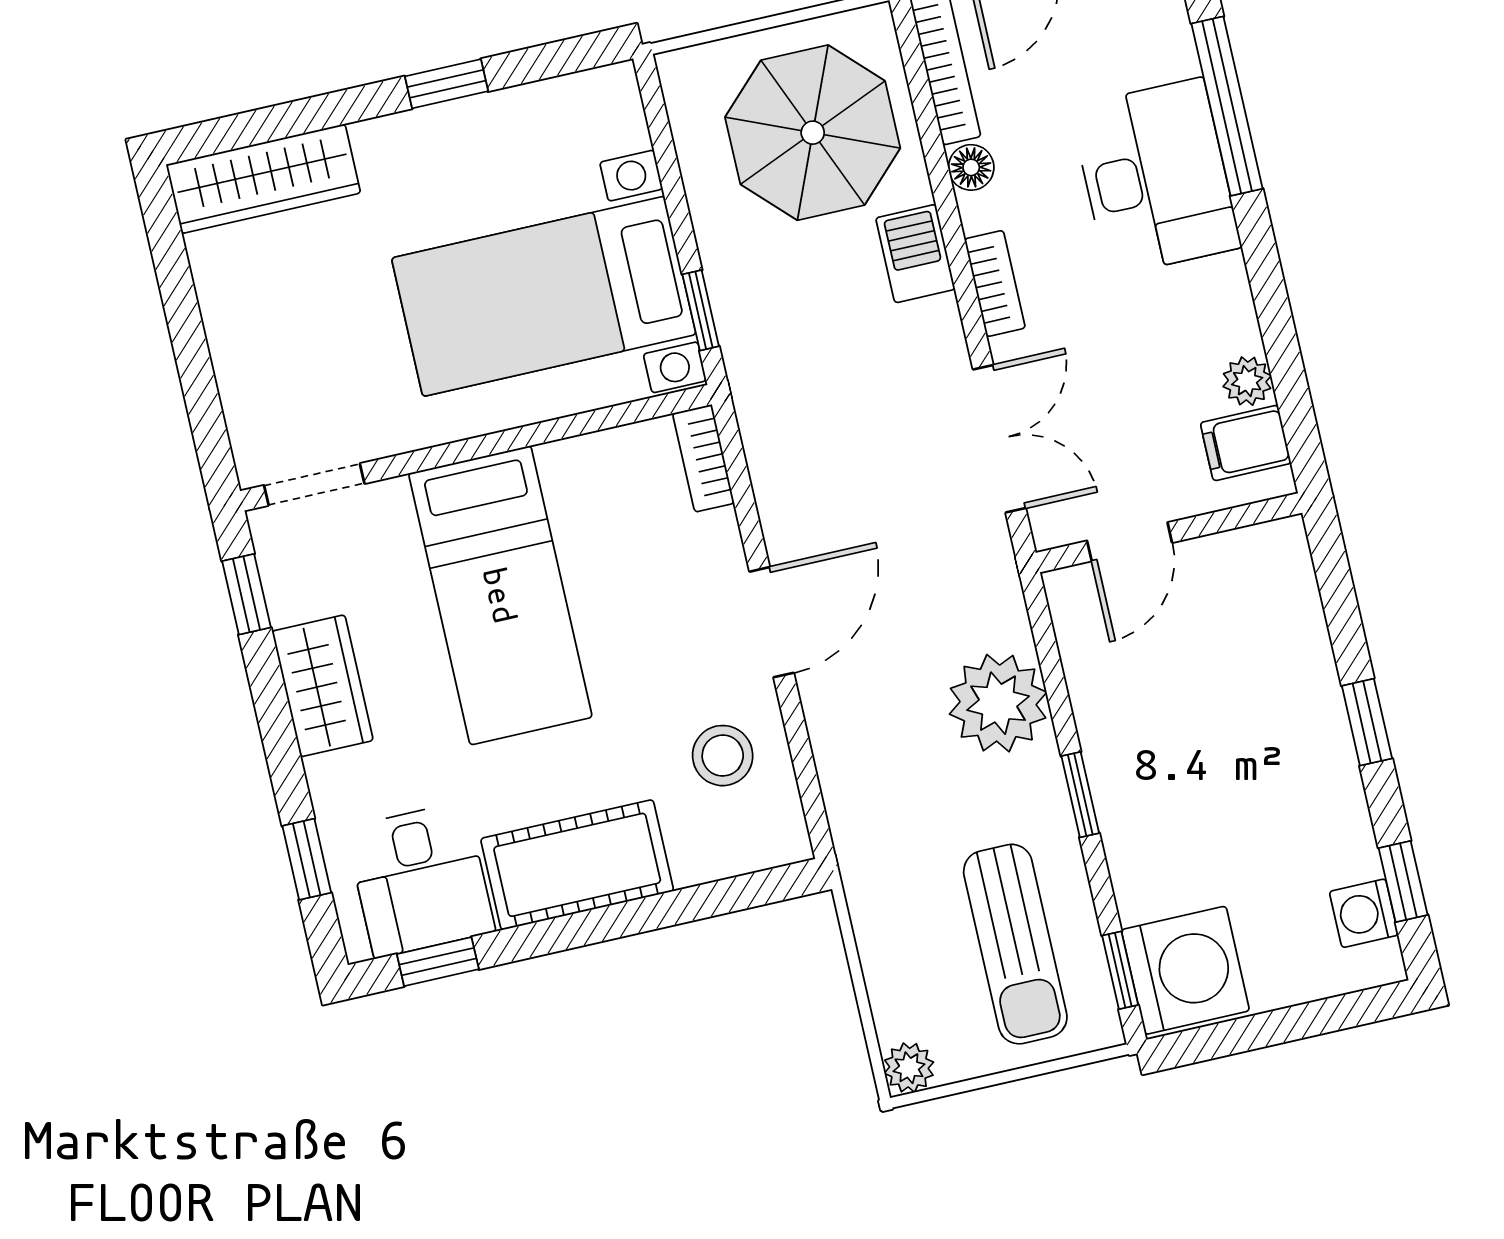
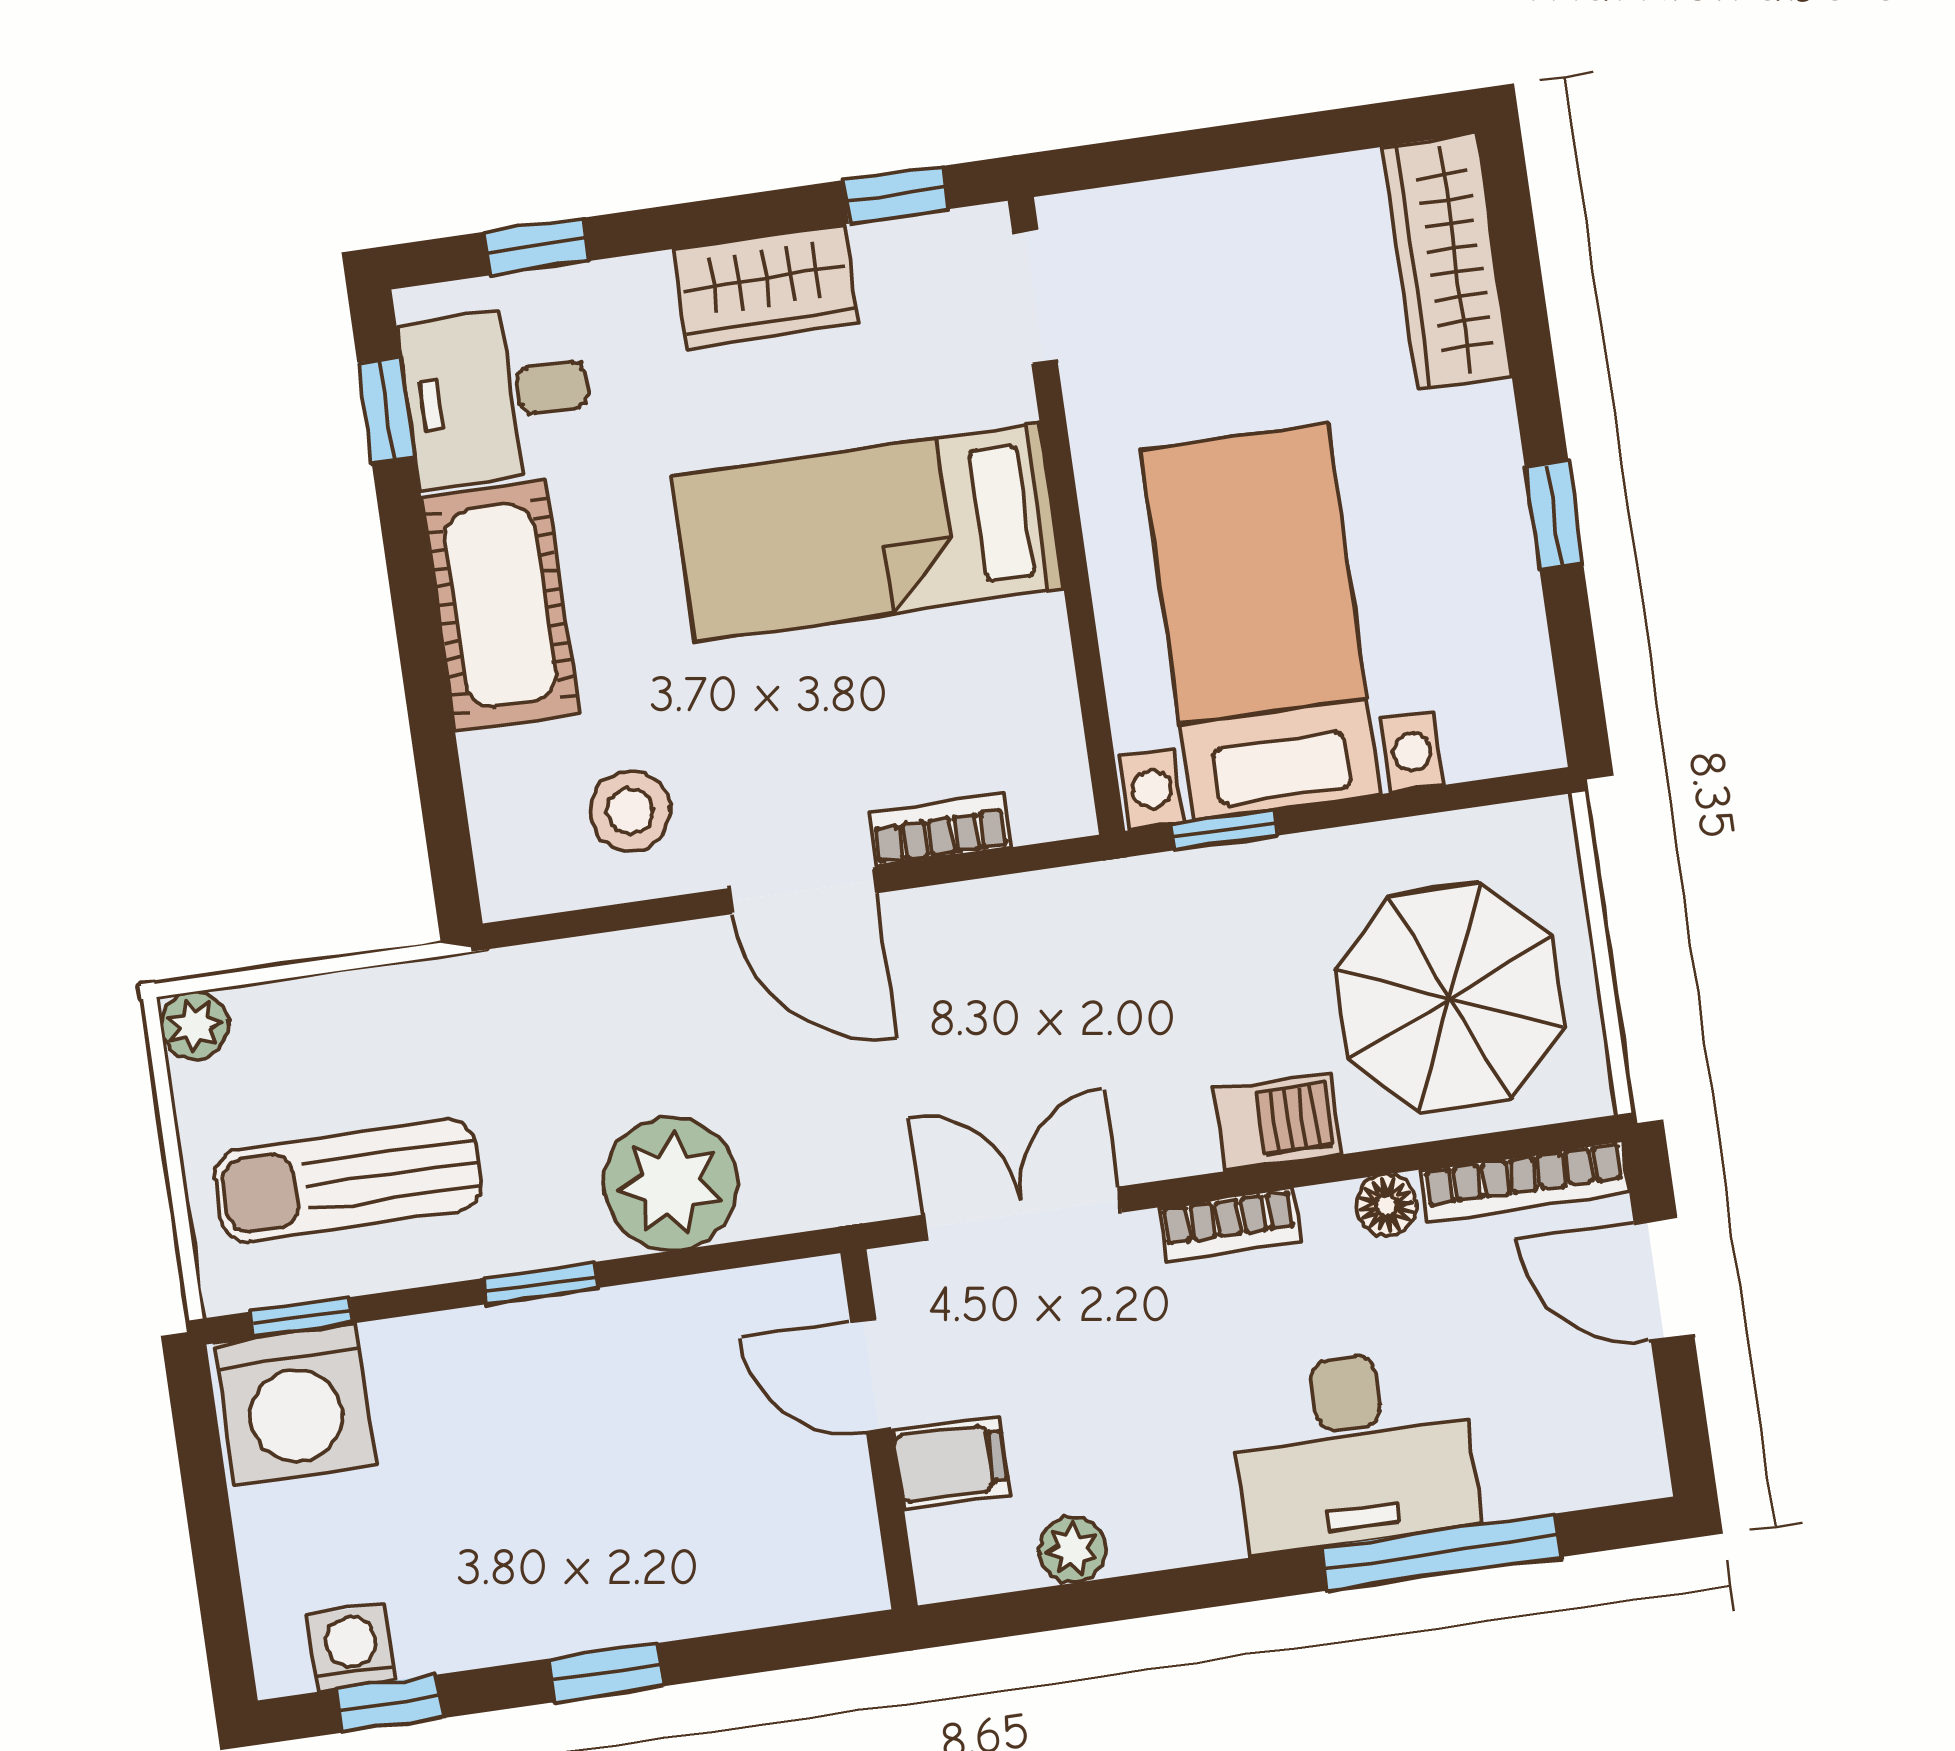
double door: (999, 439) -> (1022, 1214), swing flipped
filing cabinet: (1246, 443) -> (951, 1463), moved, turned 90
bookcase: (703, 458) -> (940, 830), moved

